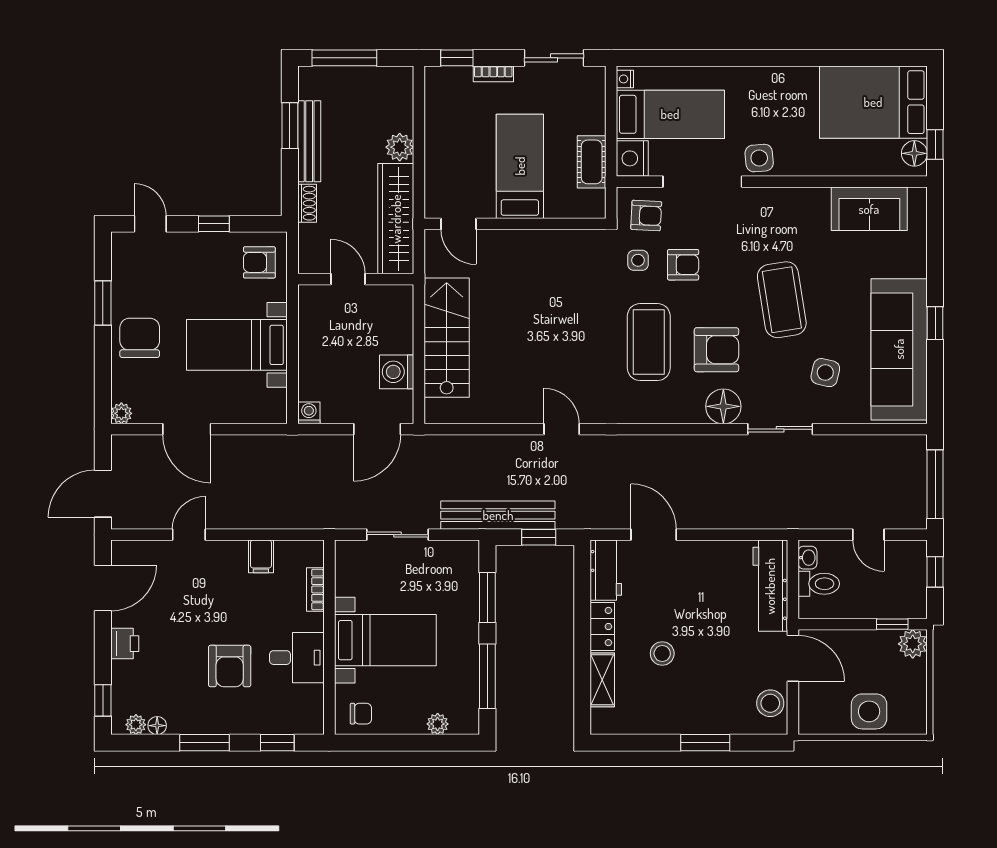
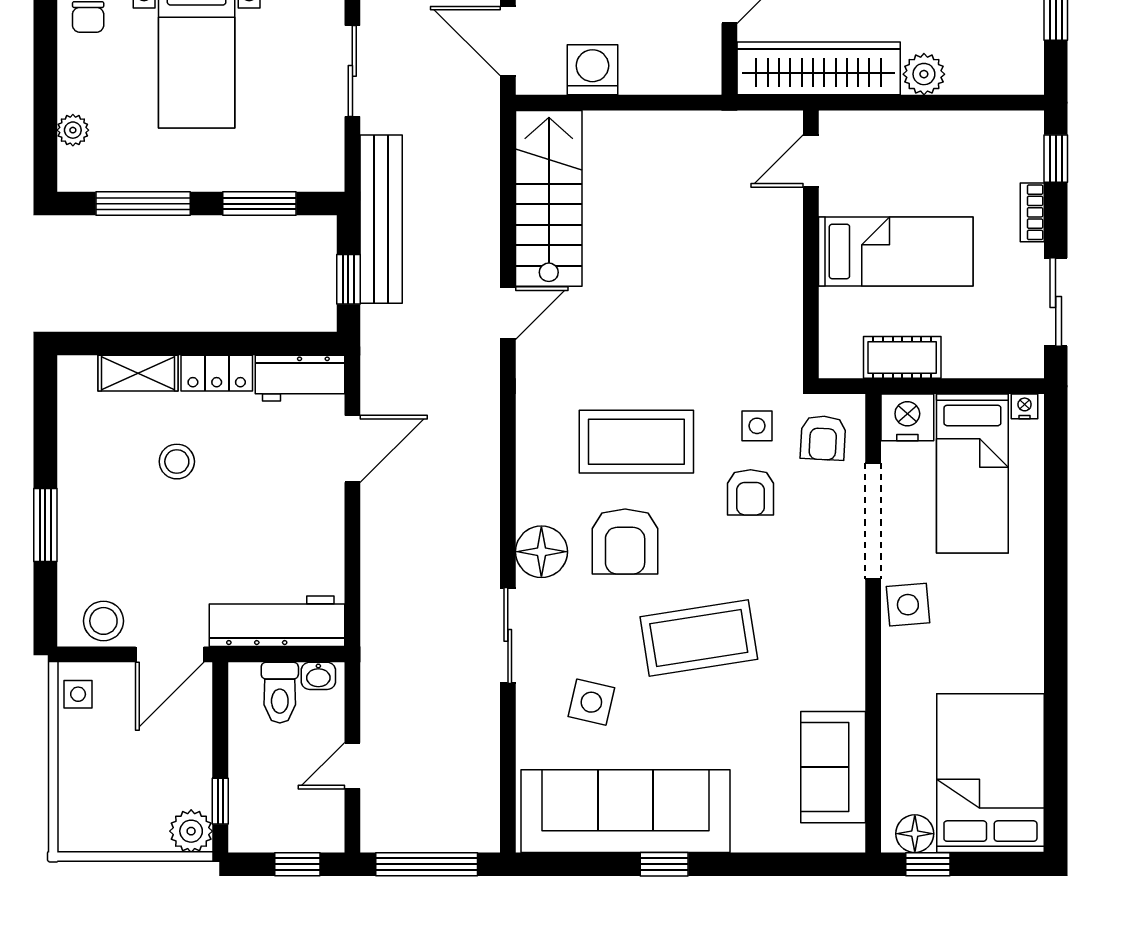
stairs: (447, 338) -> (549, 198), moved, turned -90
side table: (869, 711) -> (78, 694), moved, width x0.54, depth x0.54

